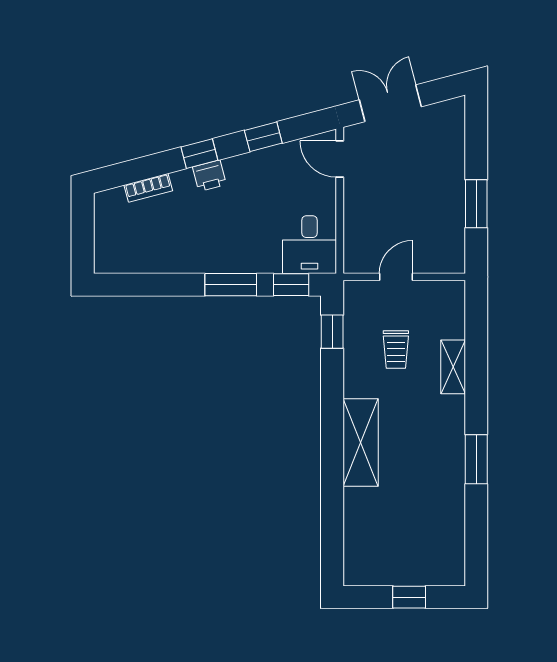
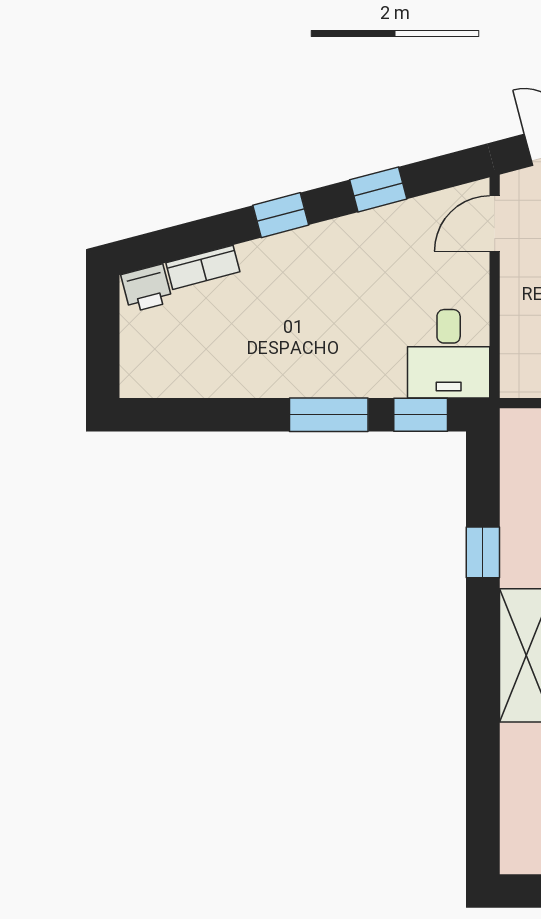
door: (340, 159) -> (495, 223), hinge flipped
printer: (209, 176) -> (147, 288), moved
window: (332, 332) -> (483, 552), moved

